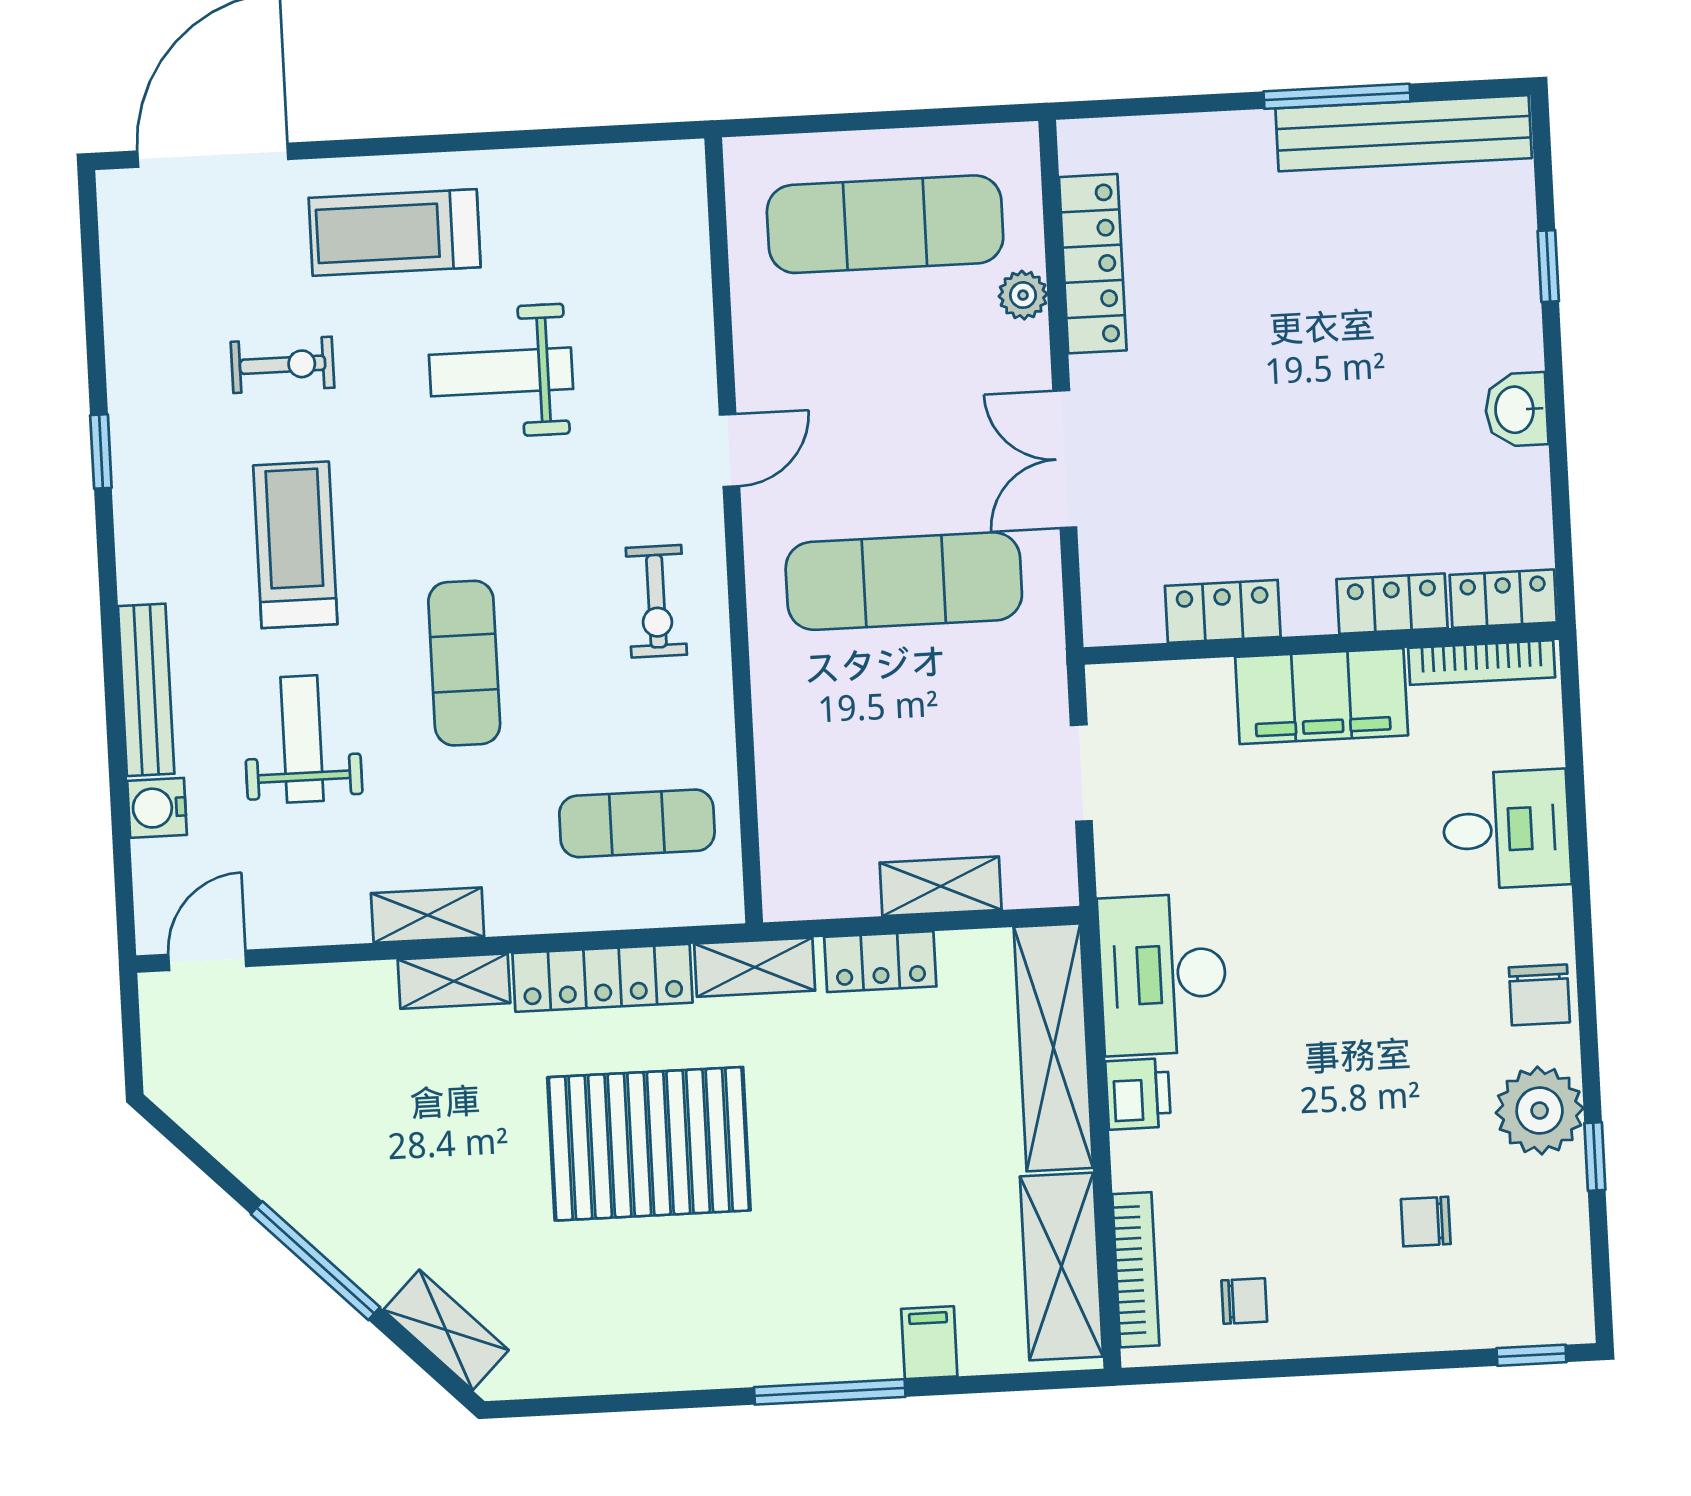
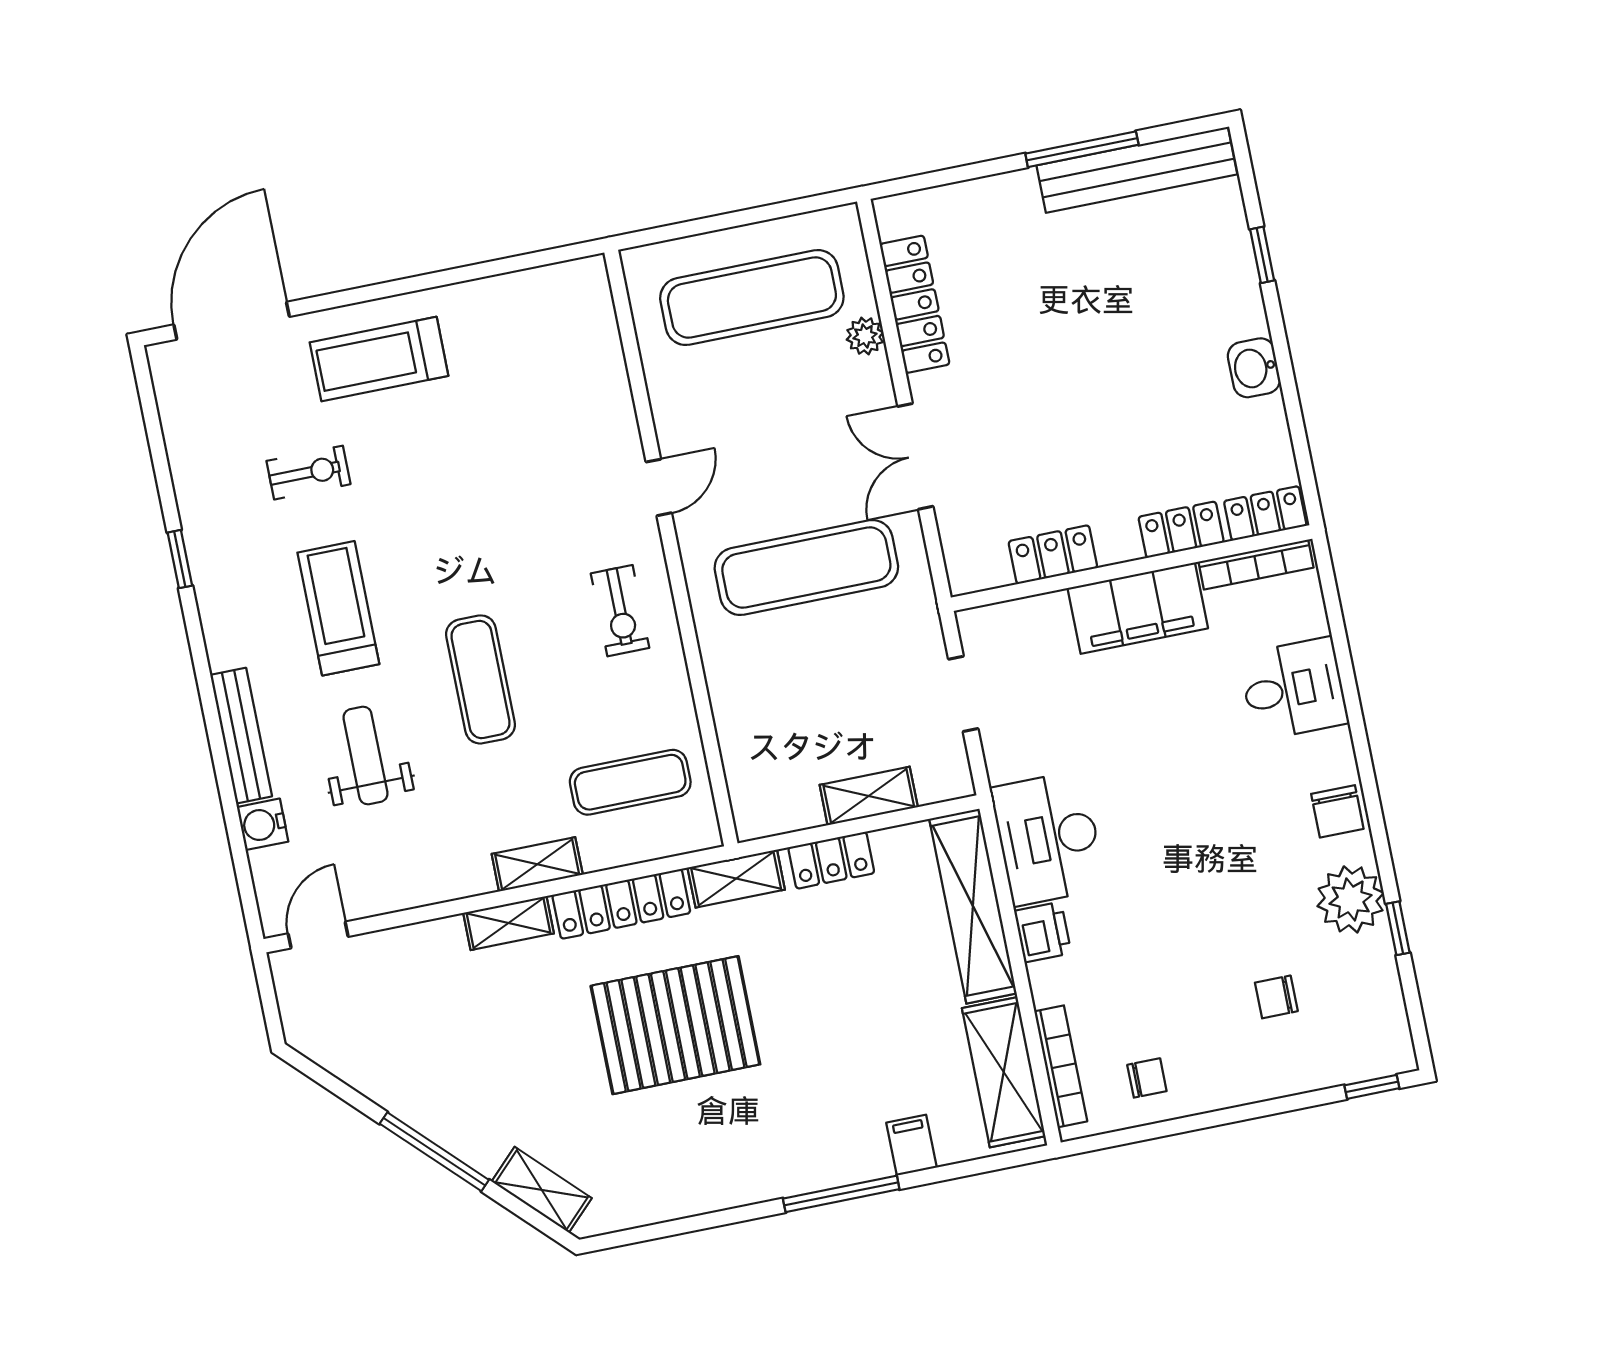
weight bench: (501, 372) -> (476, 453), removed
shelving: (428, 915) -> (537, 864), moved

